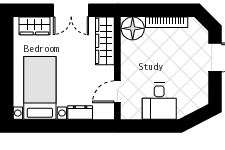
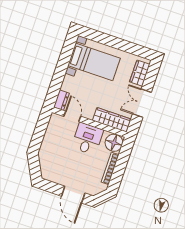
desk: (159, 101) -> (87, 139), moved, turned 90
dresser: (80, 112) -> (61, 100), moved

